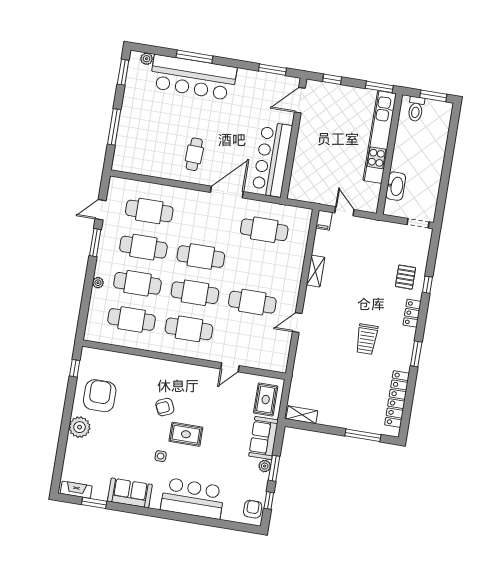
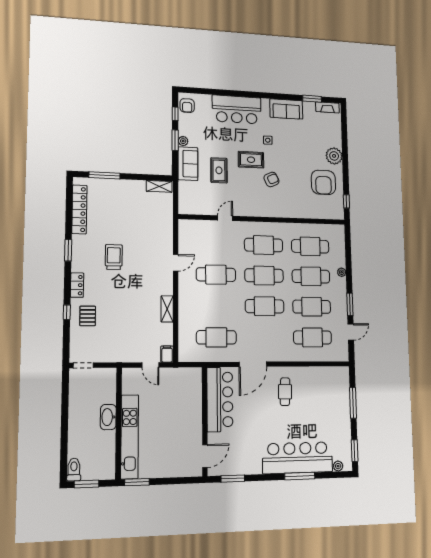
window: (332, 79) -> (180, 481), removed
toilet: (416, 109) -> (74, 470), moved
washbasin: (396, 186) -> (108, 417), moved
rug: (266, 400) -> (219, 170), moved

